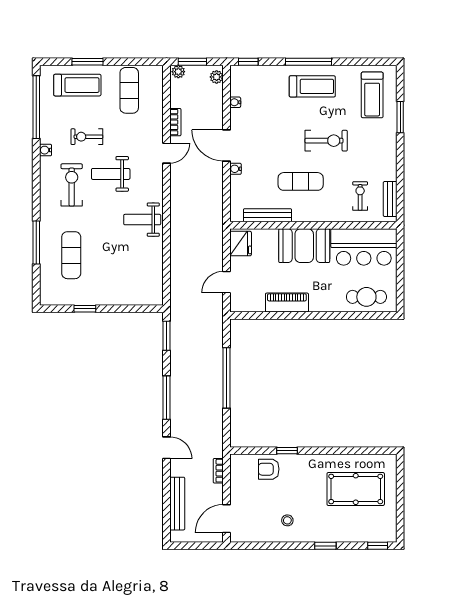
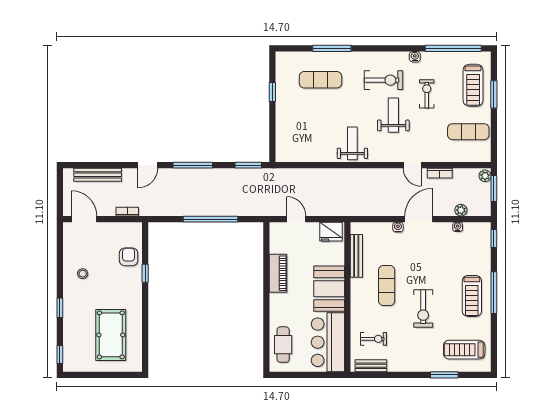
plant: (217, 77) -> (461, 210), moved

